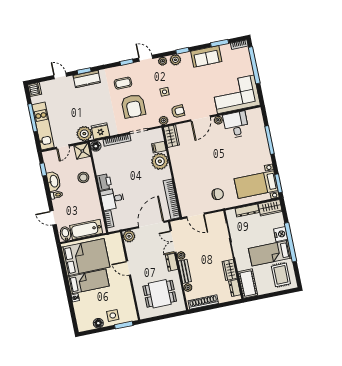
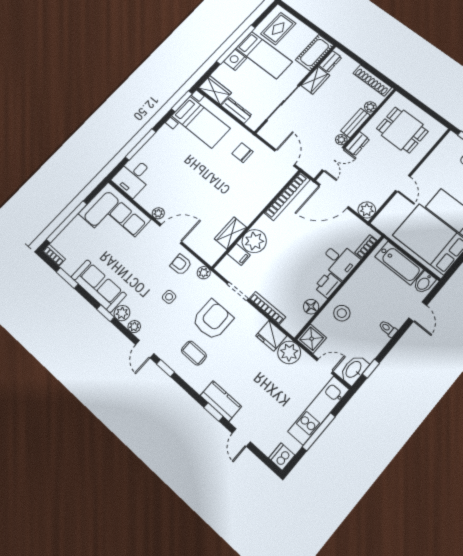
sofa: (206, 56) -> (99, 286), width x1.36
desk: (236, 125) -> (133, 177), moved
wardrobe: (171, 136) -> (231, 233), moved
floor lamp: (96, 146) -> (311, 307), moved
washbasin: (54, 181) -> (354, 370), moved

